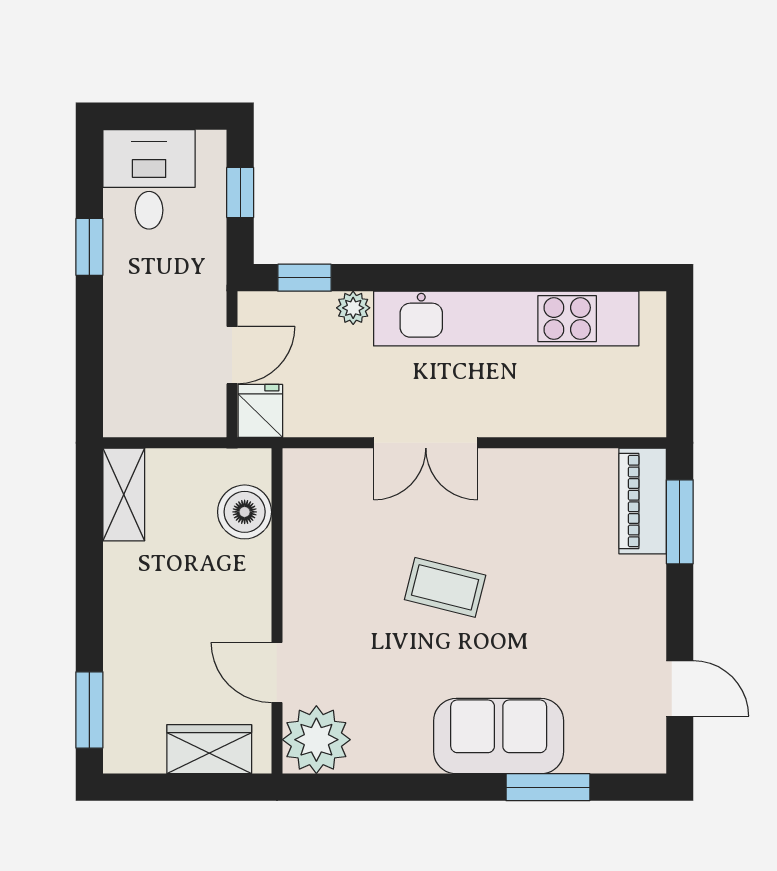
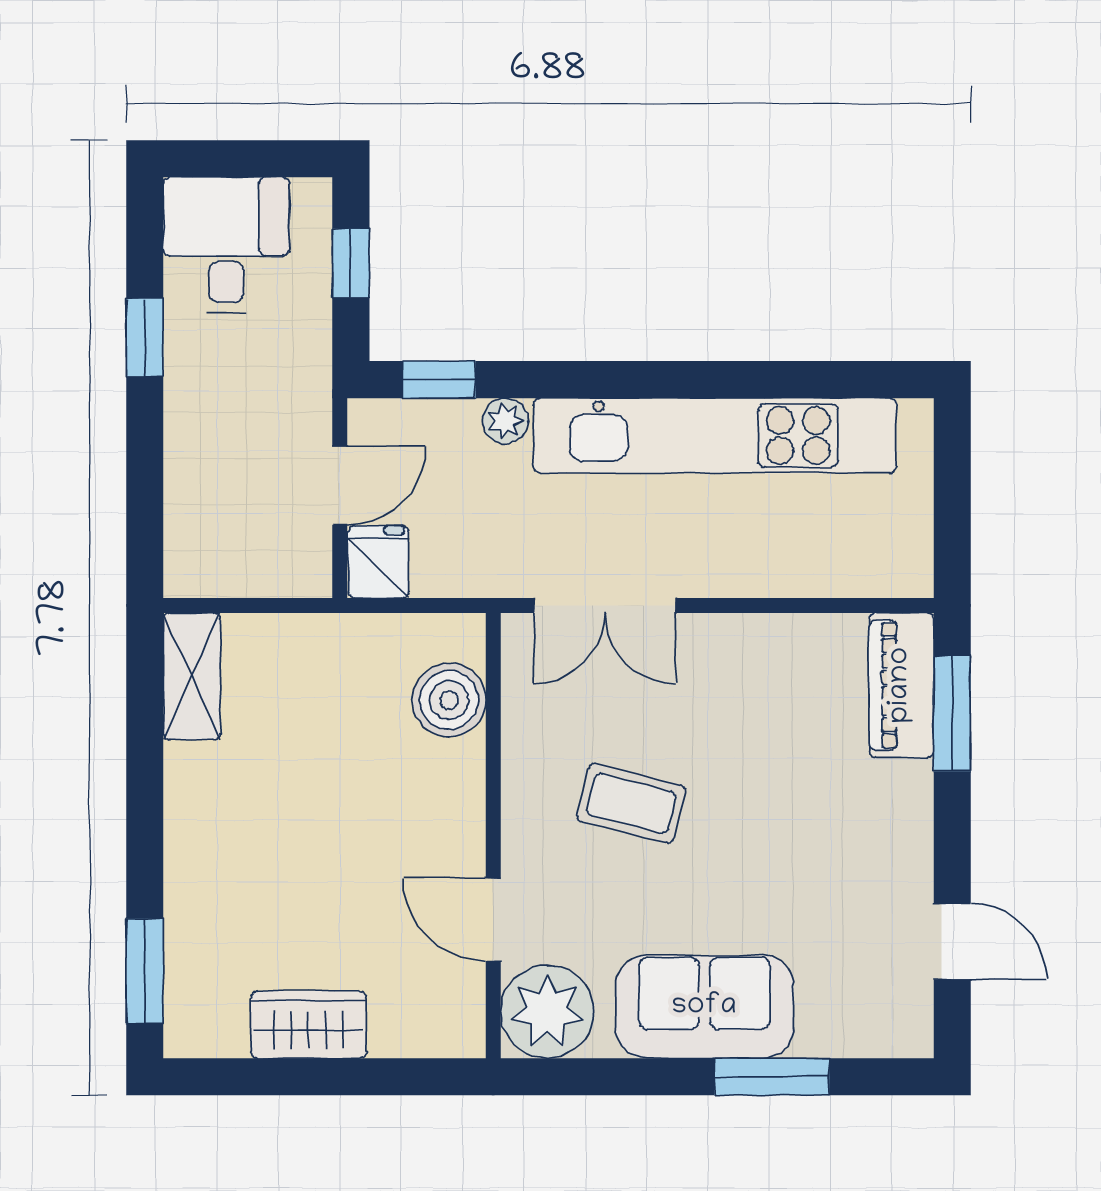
boiler: (245, 512) -> (449, 700), moved
wall: (277, 611) -> (493, 836), moved
door: (277, 672) -> (493, 920), moved
plant: (316, 740) -> (547, 1012), moved

